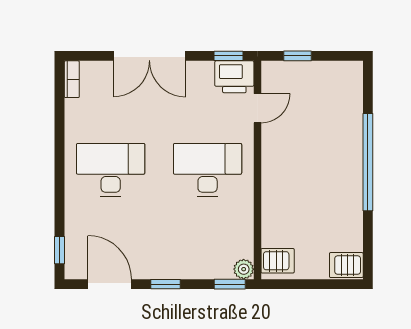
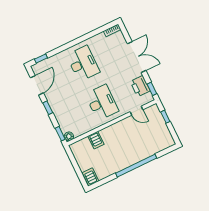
double door: (149, 56) -> (137, 57), swing flipped
printer: (234, 77) -> (140, 86), moved
server rack: (278, 261) -> (96, 140), moved

